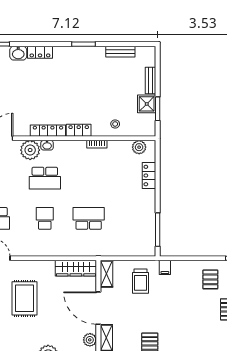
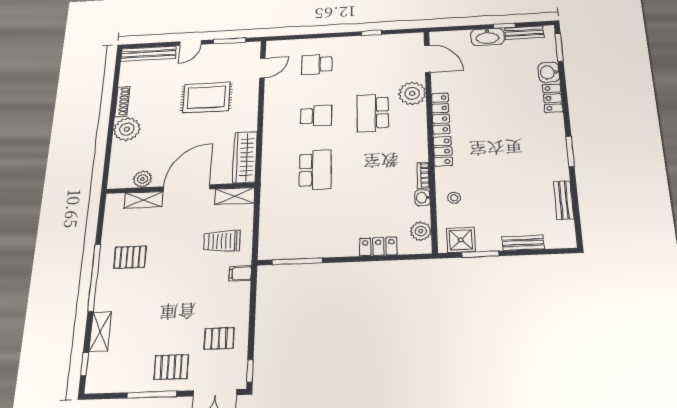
shower: (147, 104) -> (461, 240), moved
washbasin: (47, 145) -> (423, 198), moved

